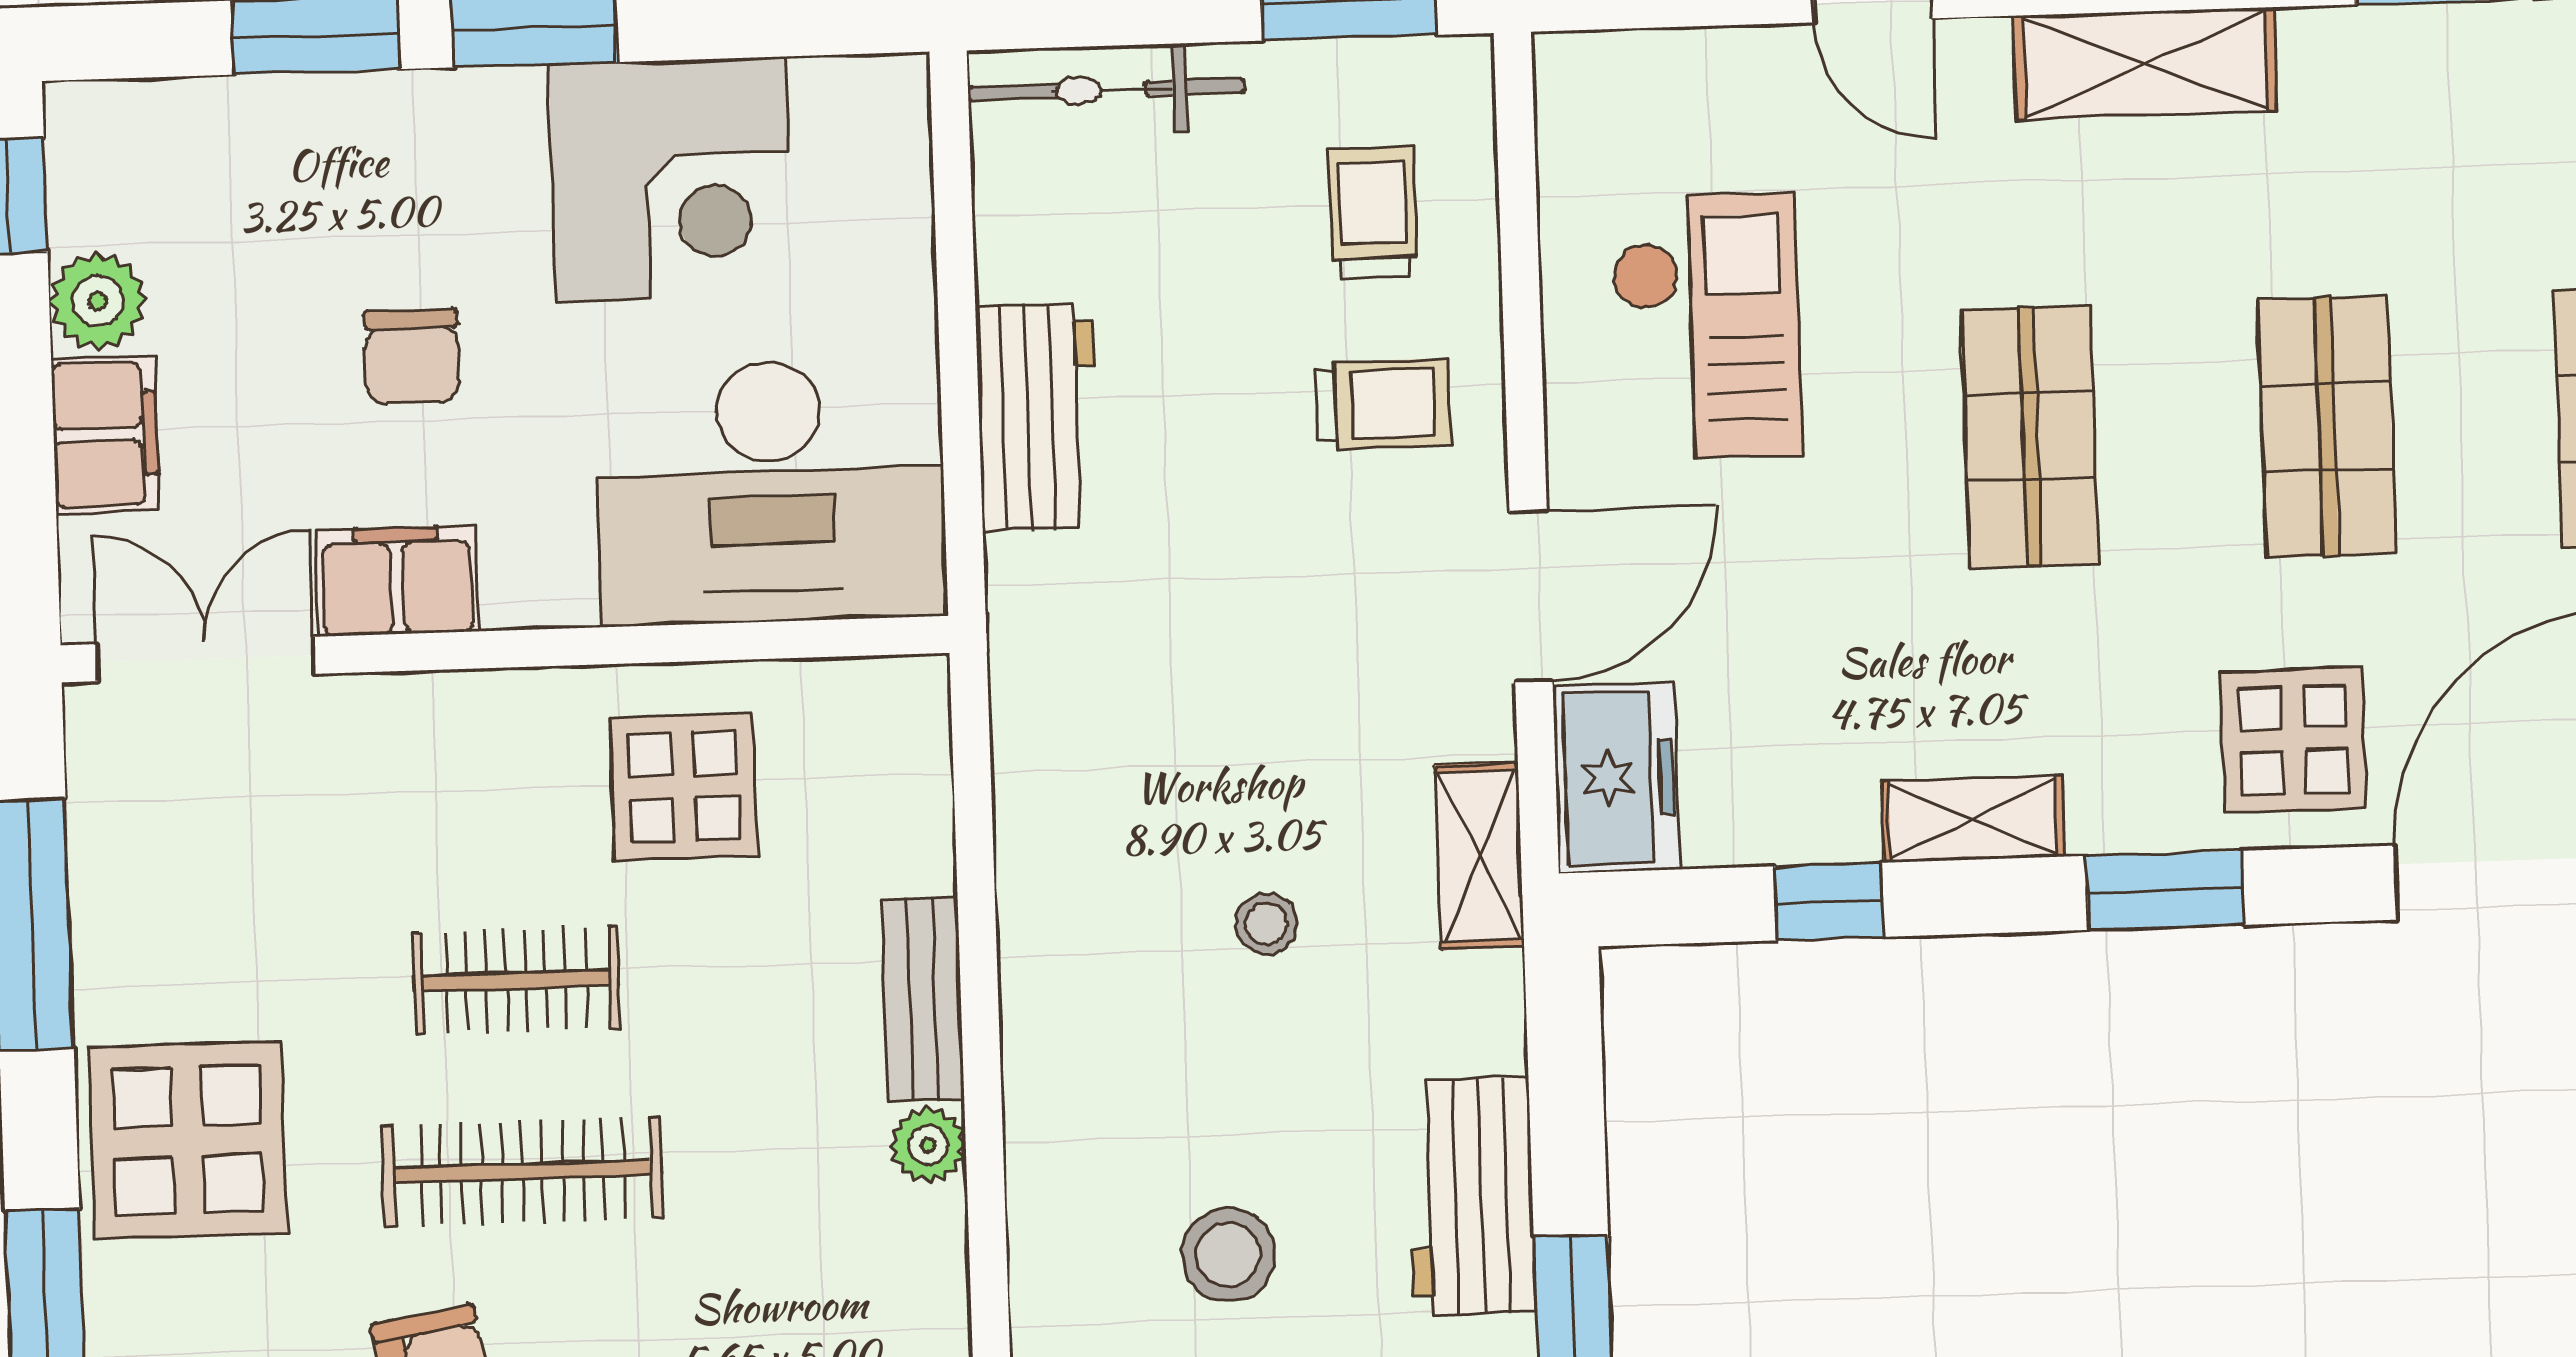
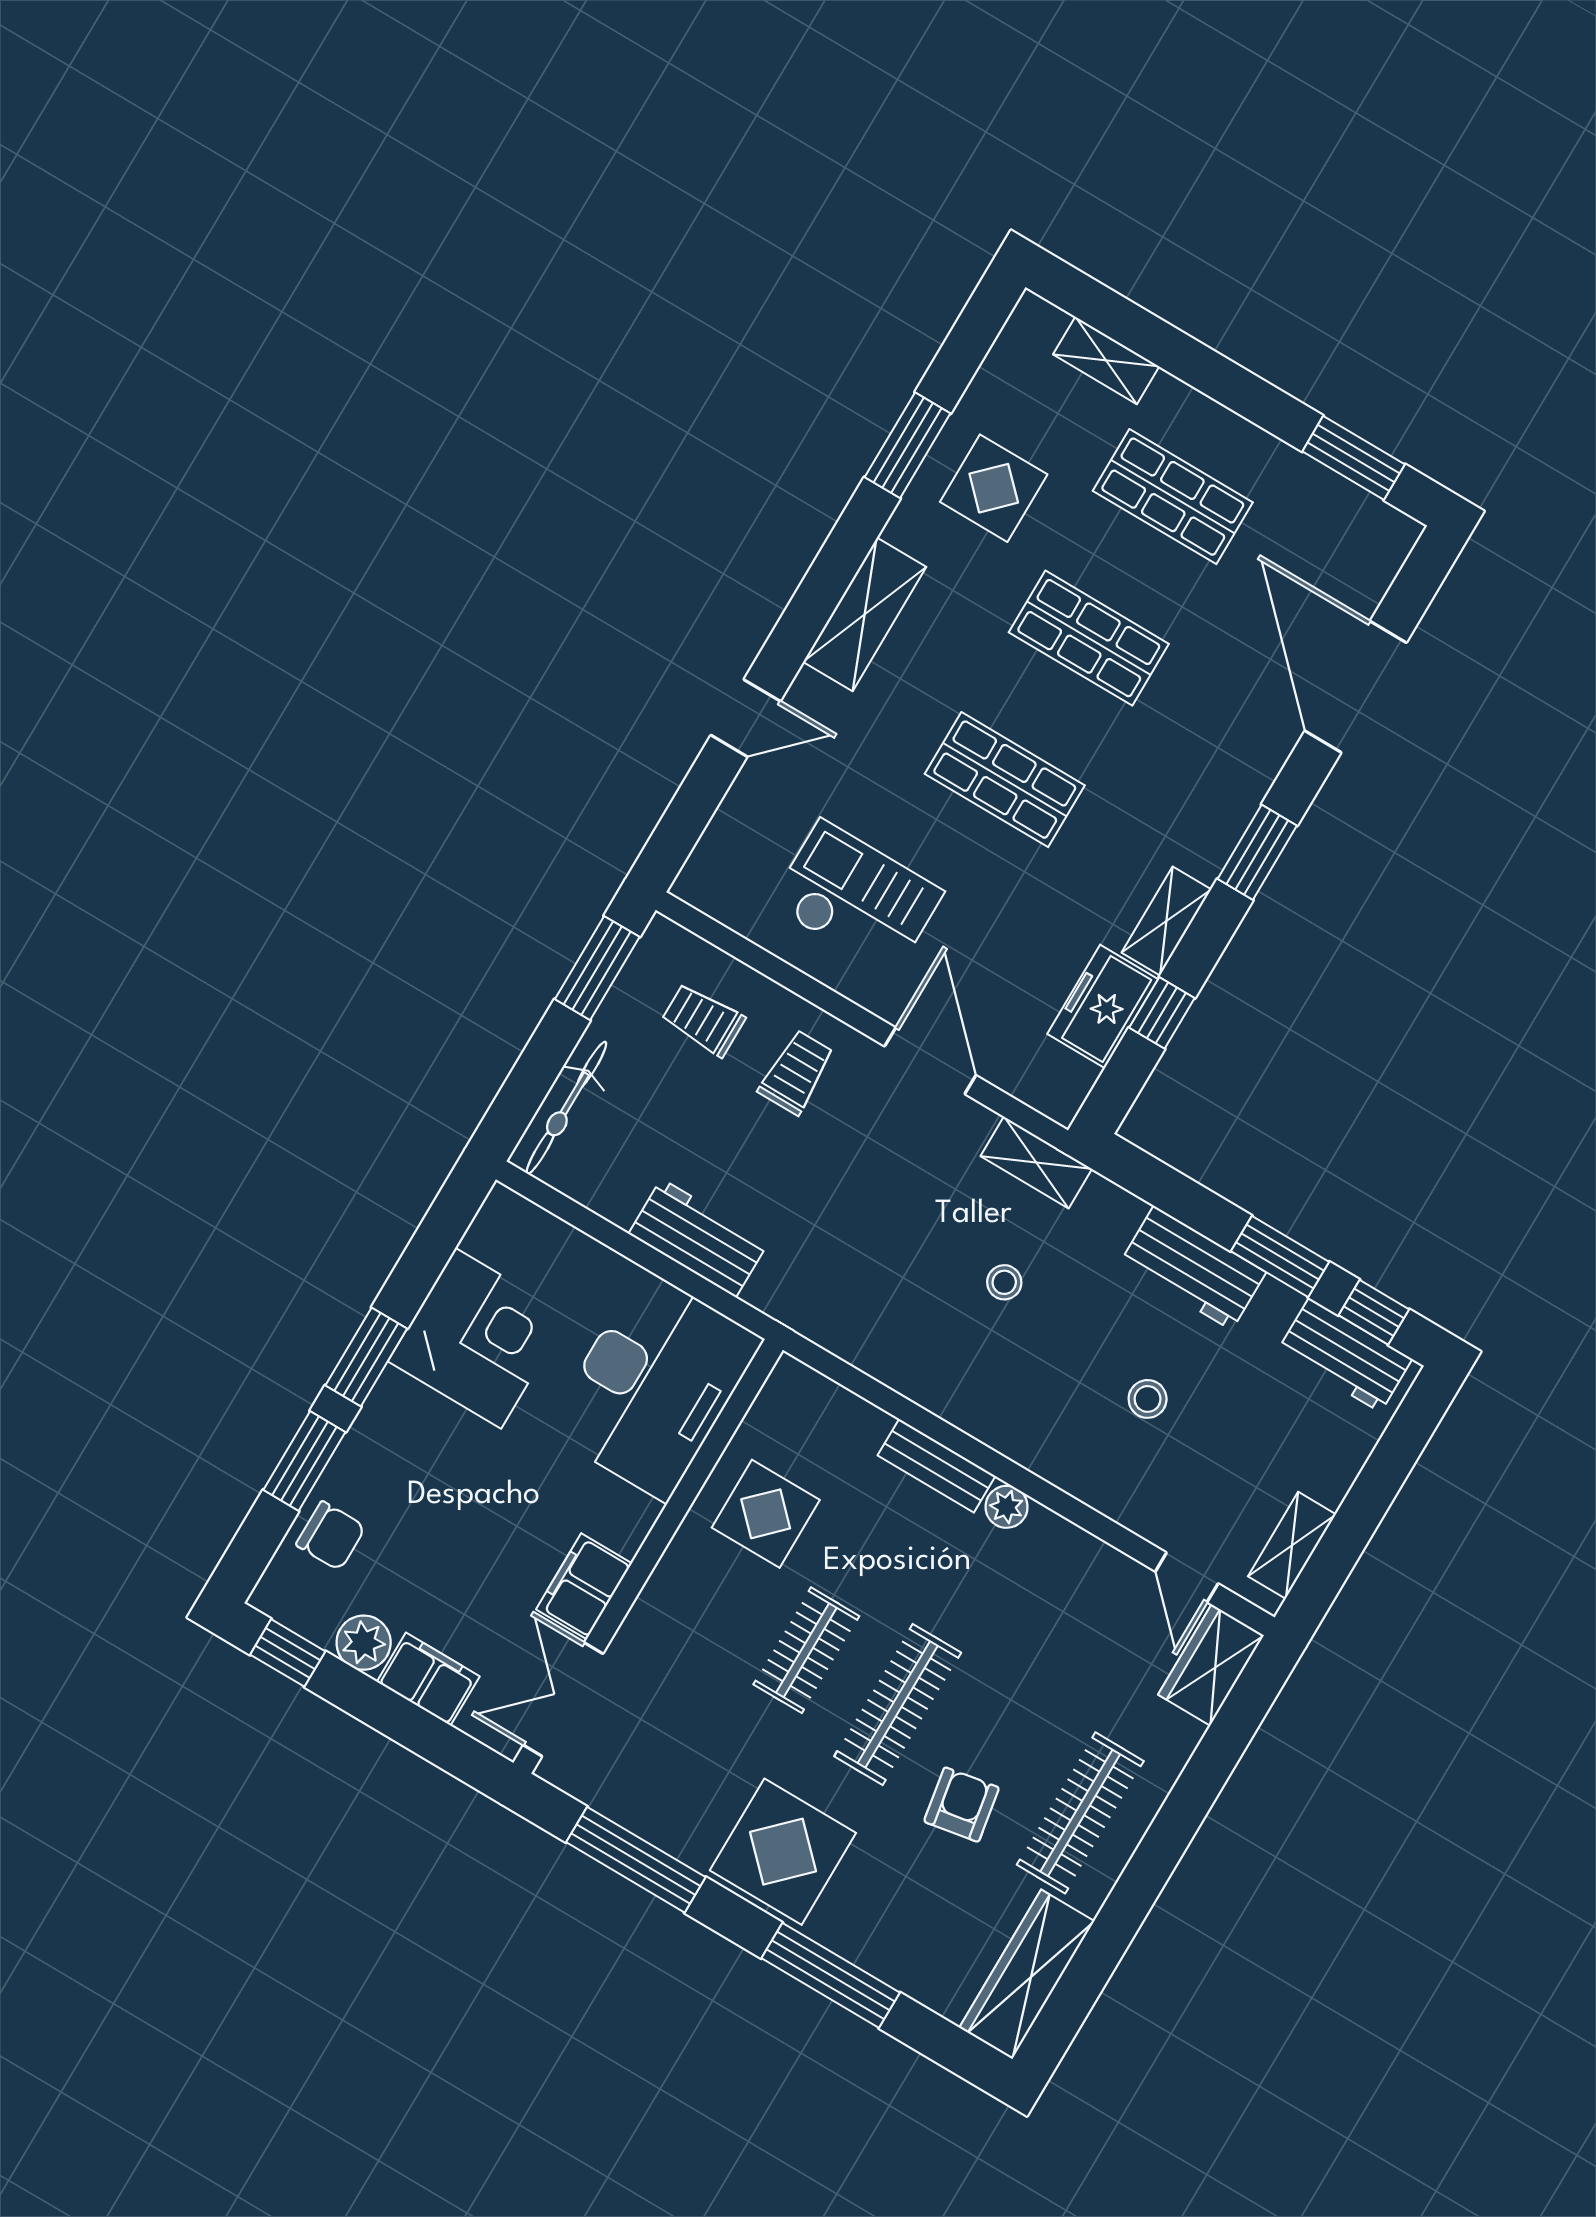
chair: (412, 356) -> (331, 1536), moved
display table: (2293, 740) -> (994, 488), moved
freezer: (1616, 778) -> (1103, 1006), moved, turned -90
stool: (1229, 1255) -> (1148, 1399), width x0.73, depth x0.73

